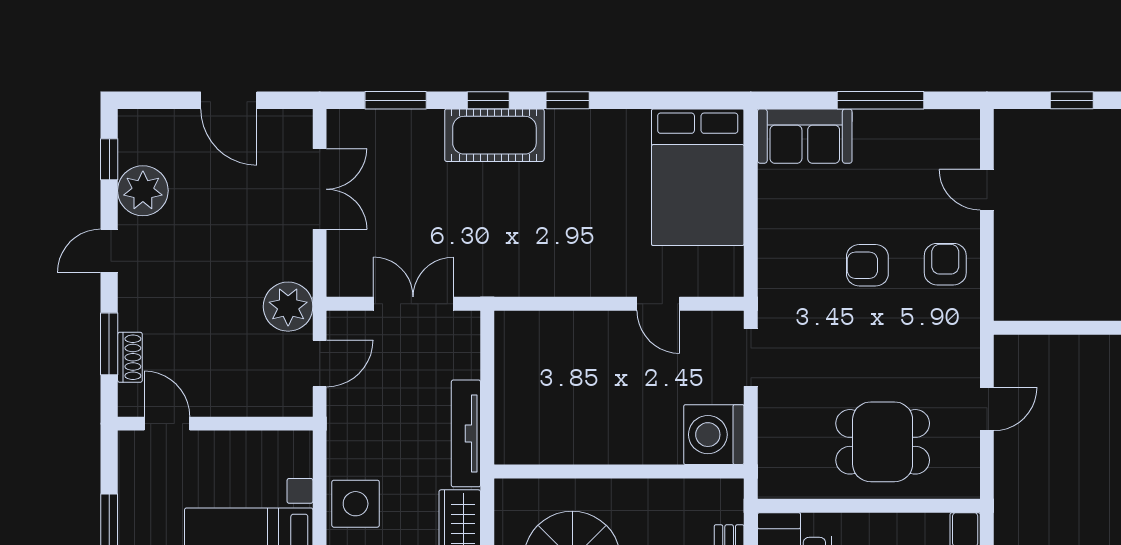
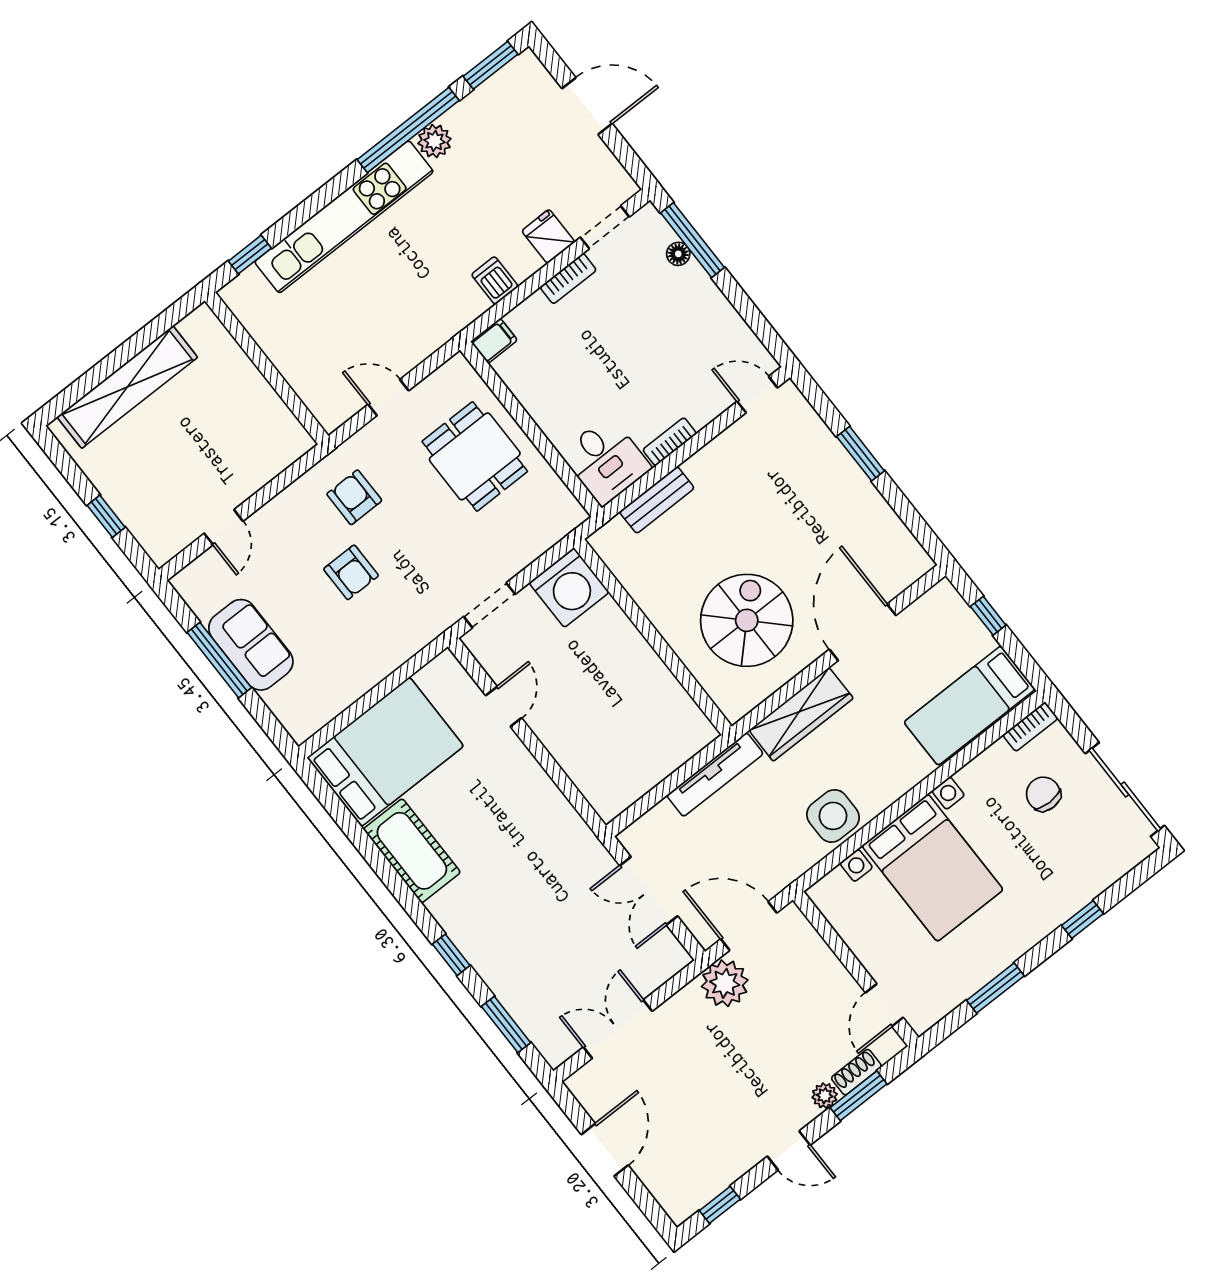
window: (568, 100) -> (404, 895), removed
cot: (494, 135) -> (412, 851), moved
sofa: (805, 136) -> (251, 645), moved
plant: (143, 191) -> (825, 1096), moved, width x0.53, depth x0.53
armchair: (945, 264) -> (354, 497), moved, turned 90
door: (320, 363) -> (749, 926), width x1.38

